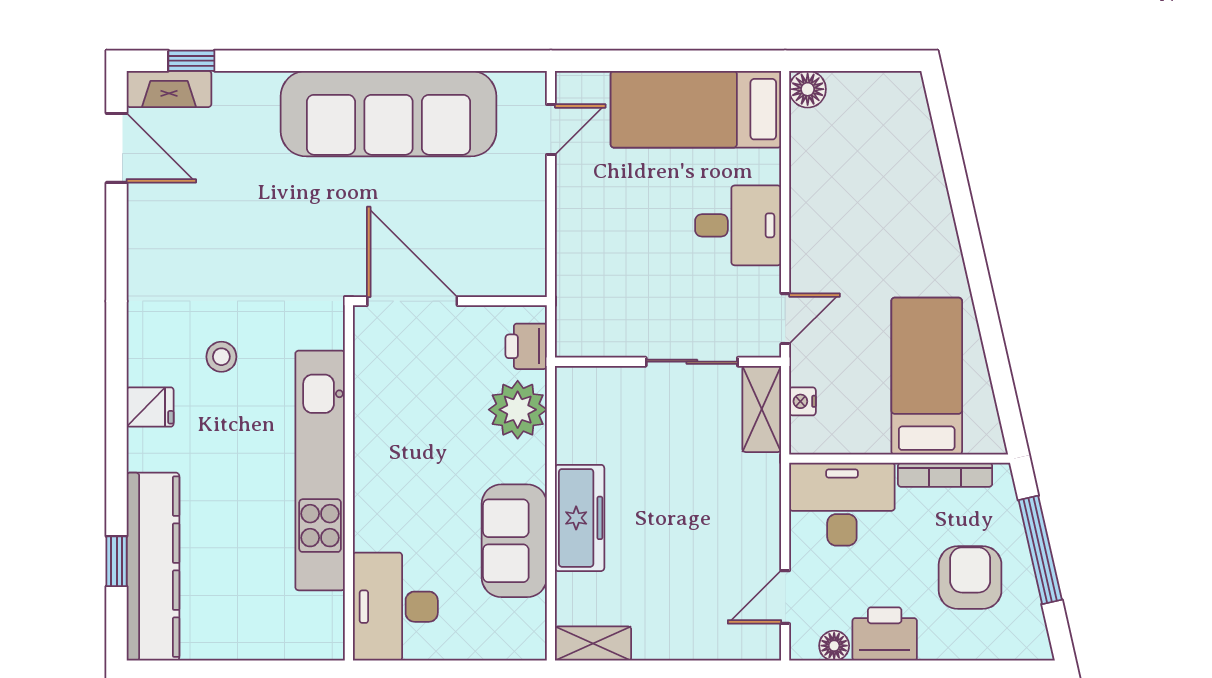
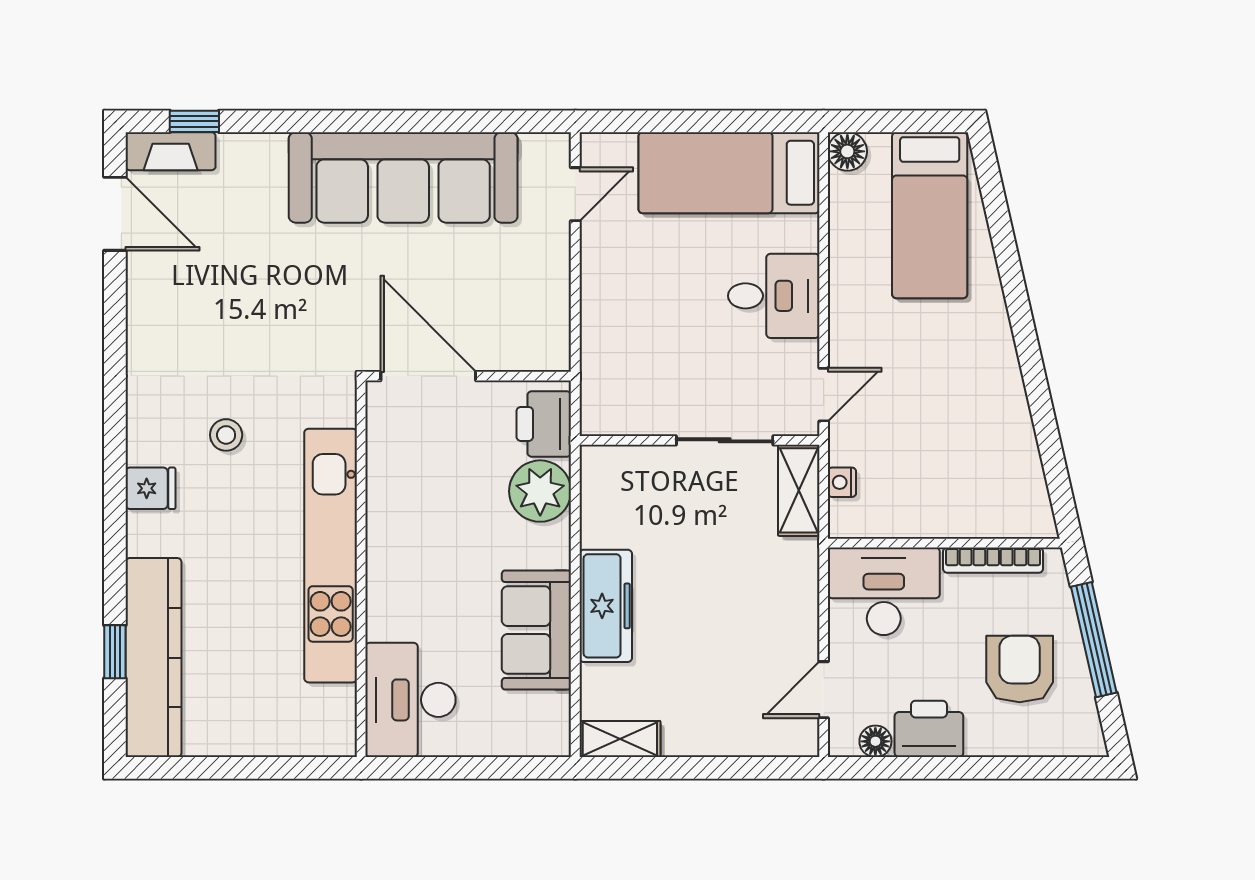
printer: (526, 346) -> (544, 424), width x1.36, depth x1.24
bed: (927, 376) -> (930, 215), moved, turned 180

